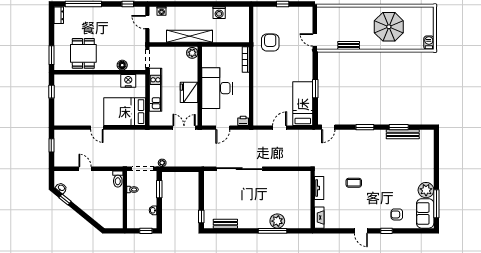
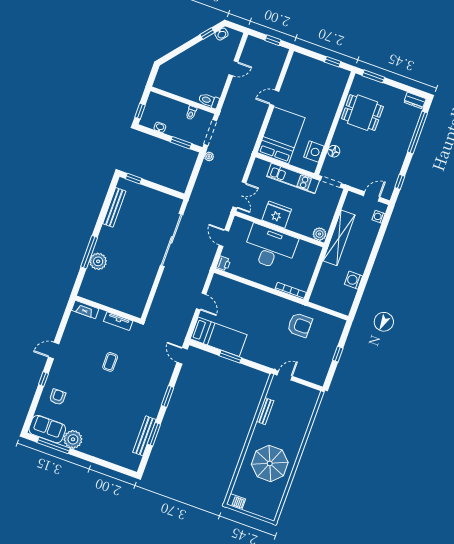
bench: (225, 224) -> (114, 207), width x1.36

